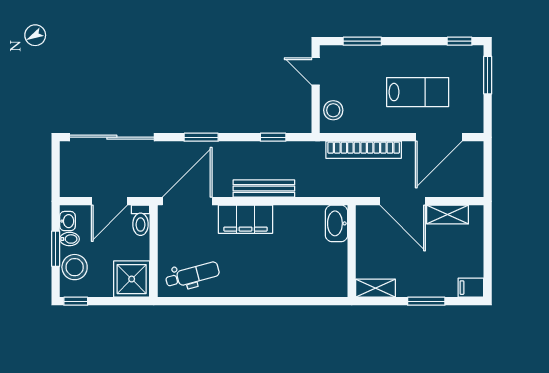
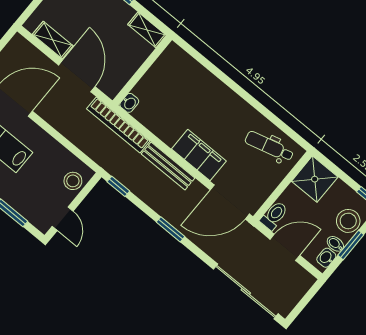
window: (201, 137) -> (170, 229), moved
window: (273, 137) -> (118, 186), moved
bookcase: (364, 150) -> (118, 125), moved, turned 180
washbasin: (337, 223) -> (129, 103), width x0.52, depth x0.69

